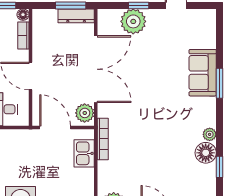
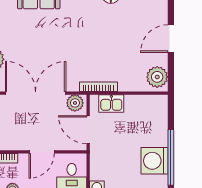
door: (55, 128) -> (88, 130), hinge flipped

